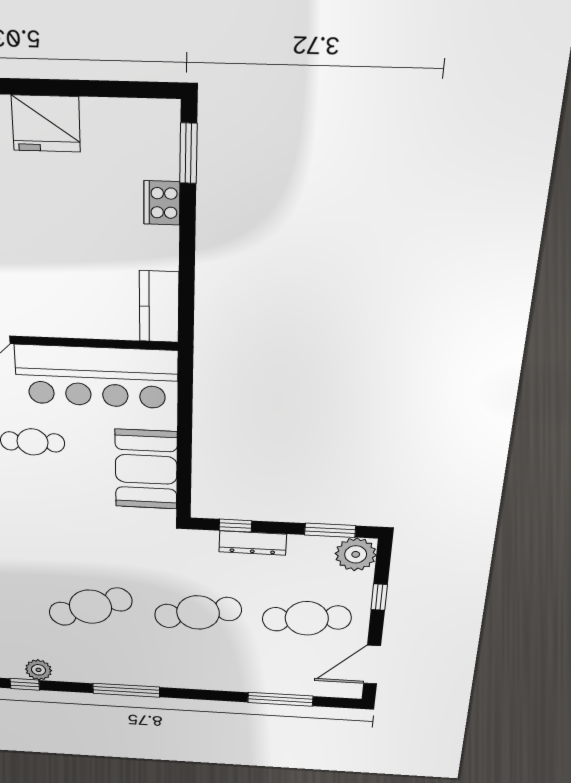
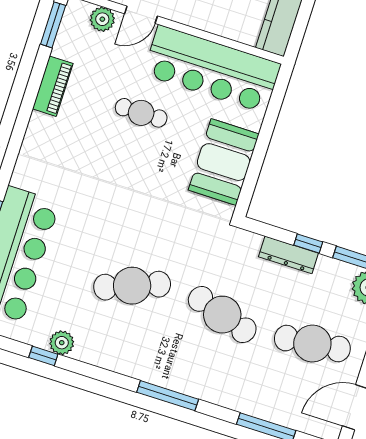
window: (235, 526) -> (308, 243), moved
cafe table: (198, 612) -> (222, 315), turned 30
window: (126, 690) -> (168, 396), moved

